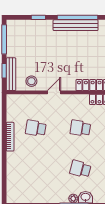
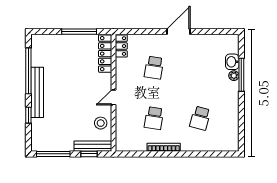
bench: (76, 25) -> (37, 92), moved
door: (54, 92) -> (113, 97), hinge flipped
school desk: (80, 169) -> (200, 118), moved

